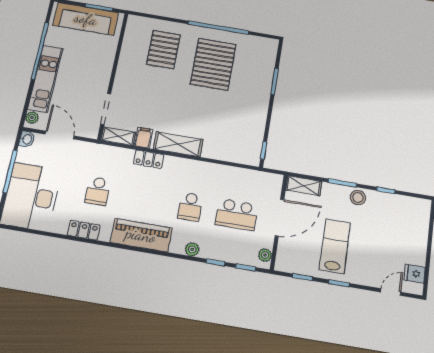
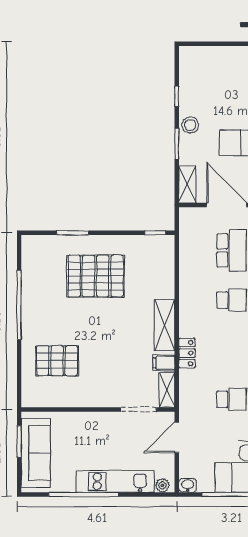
pallet: (213, 64) -> (96, 276), moved
door: (60, 135) -> (177, 437), moved

